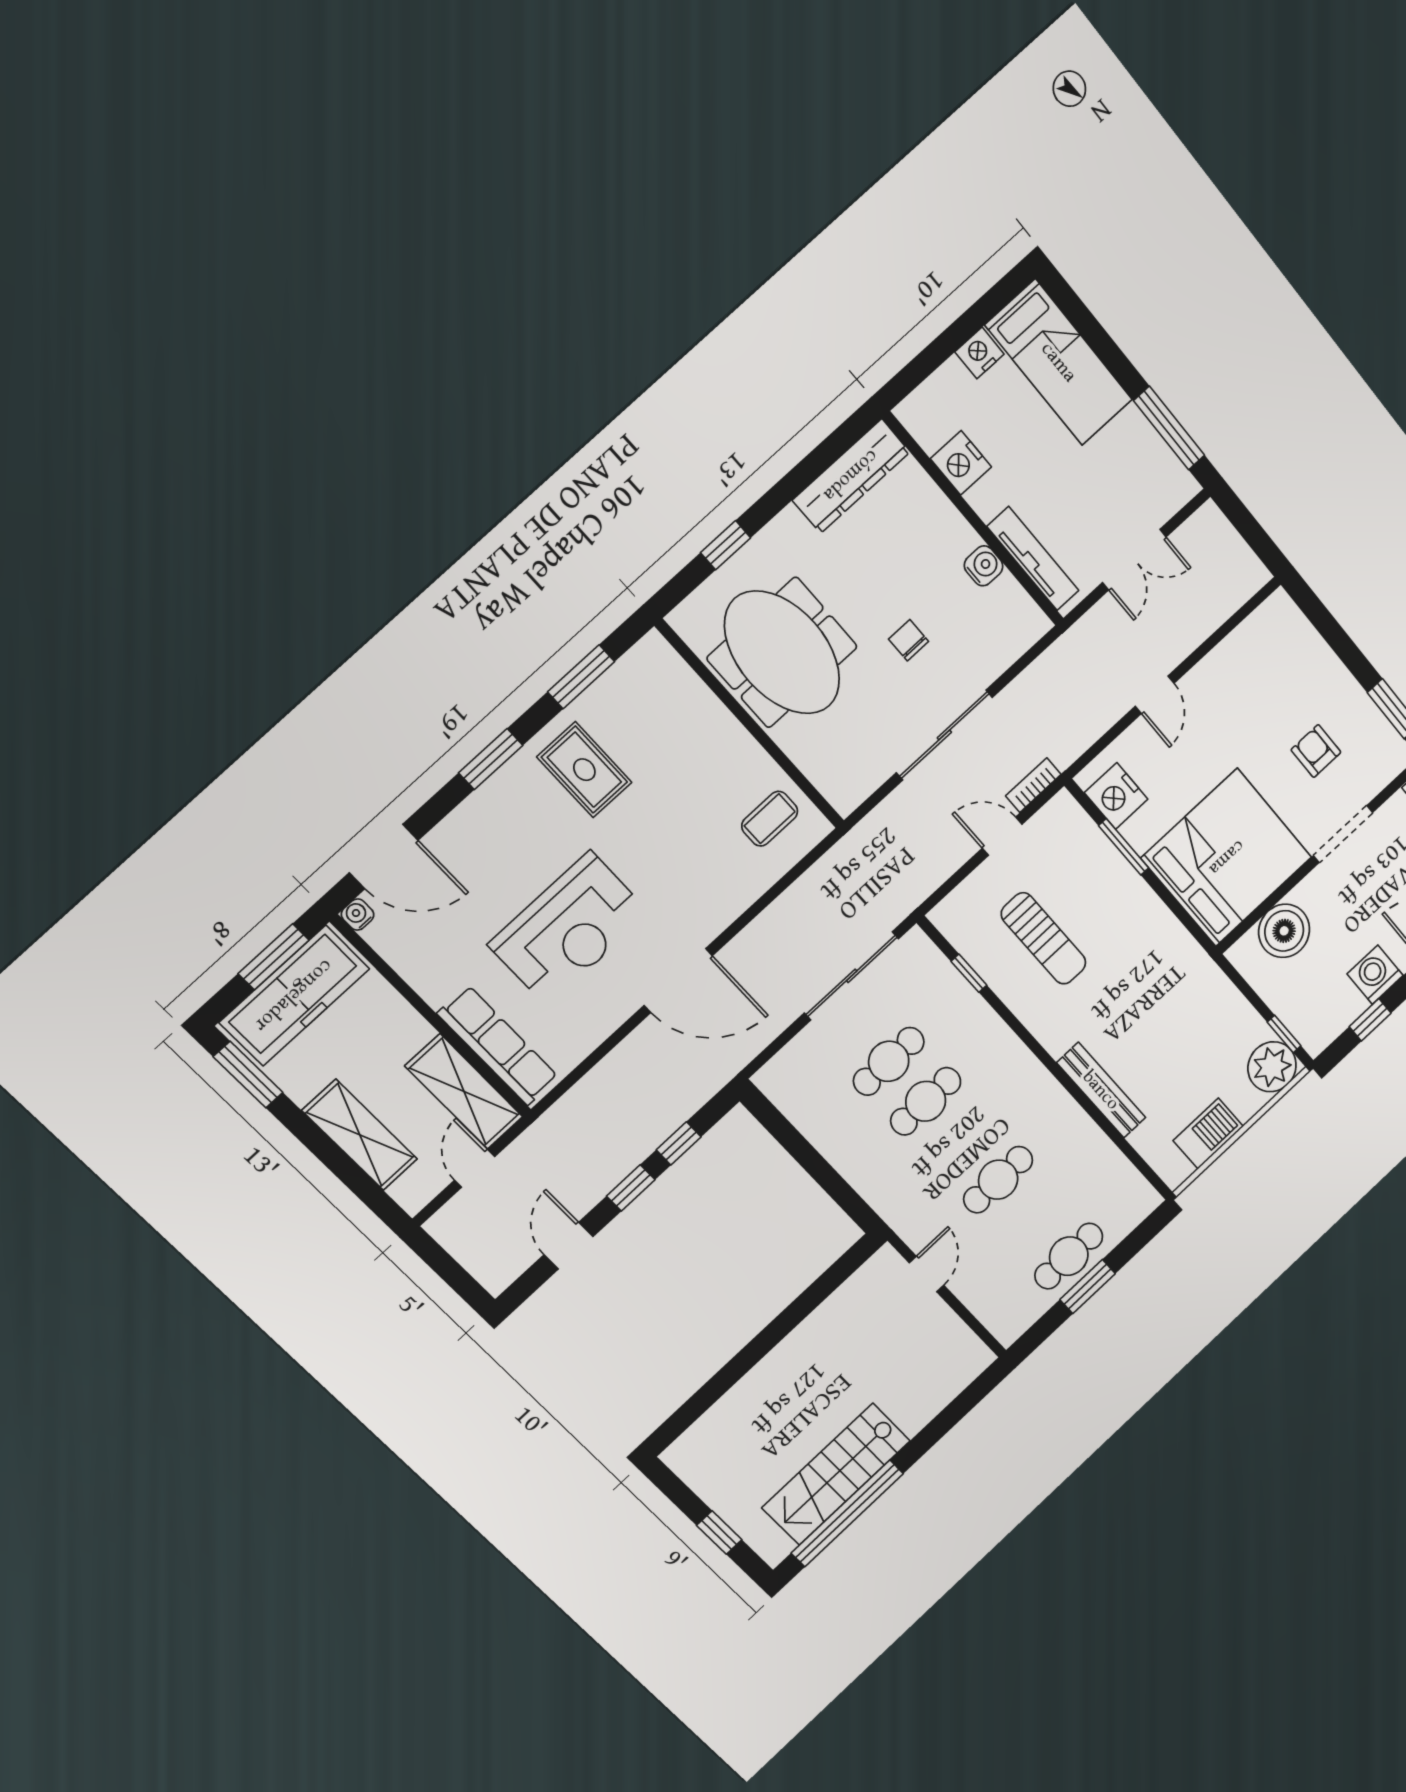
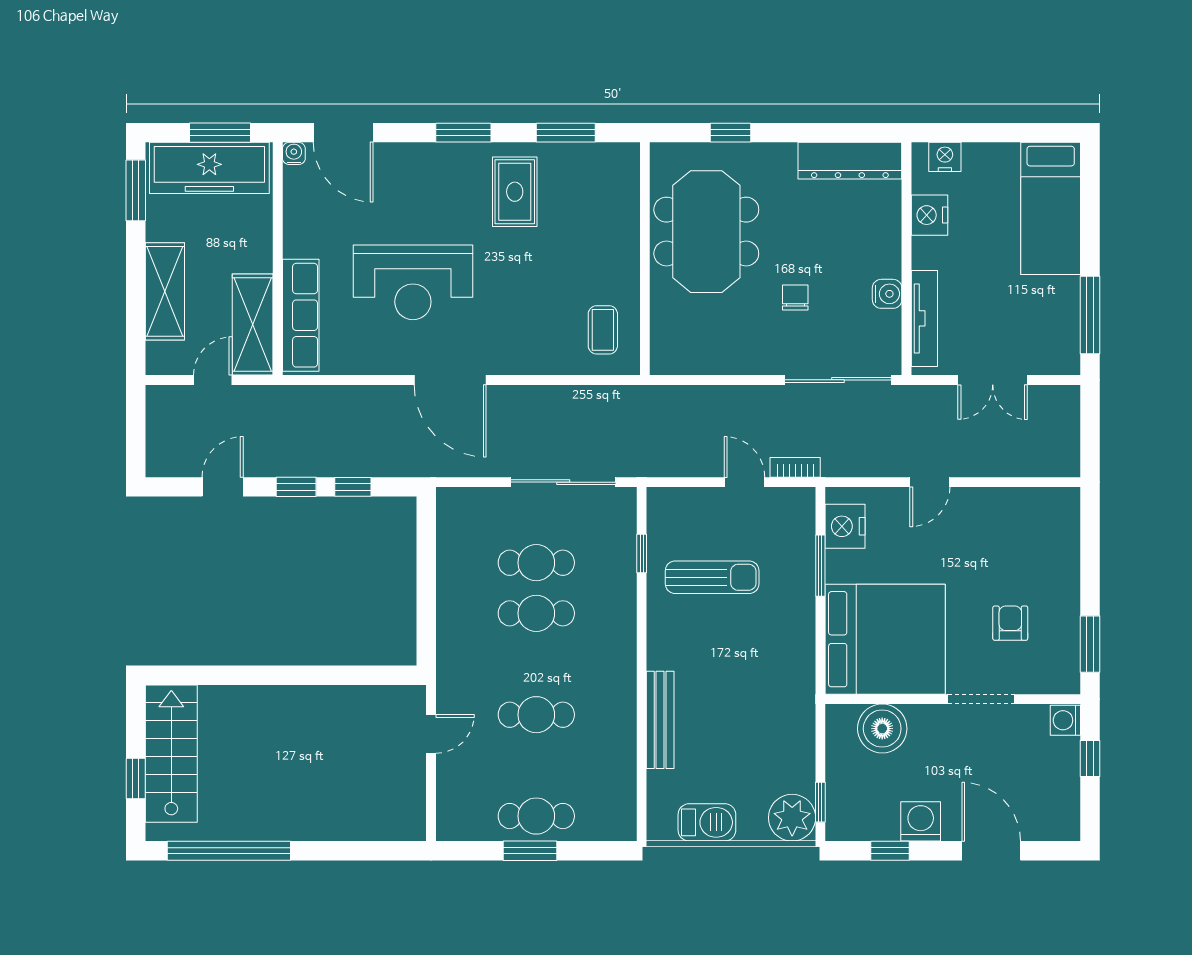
nightstand: (980, 353) -> (945, 157), moved
sliding door: (944, 735) -> (838, 380), moved
coffee table: (770, 819) -> (603, 330), turned 90
sun lounger: (1044, 938) -> (712, 577), turned -90
stairs: (836, 1474) -> (171, 754), moved, turned 90

